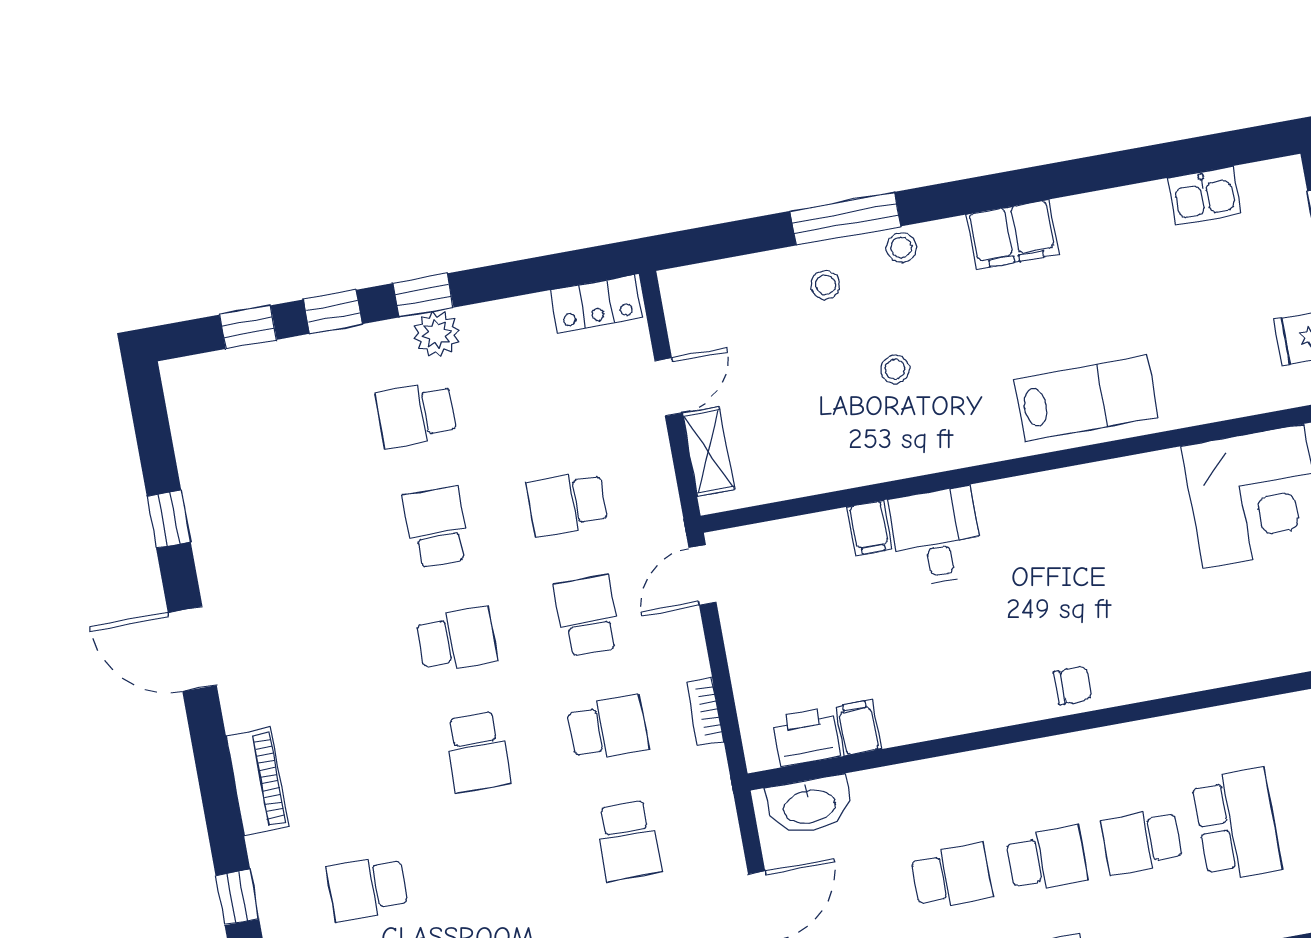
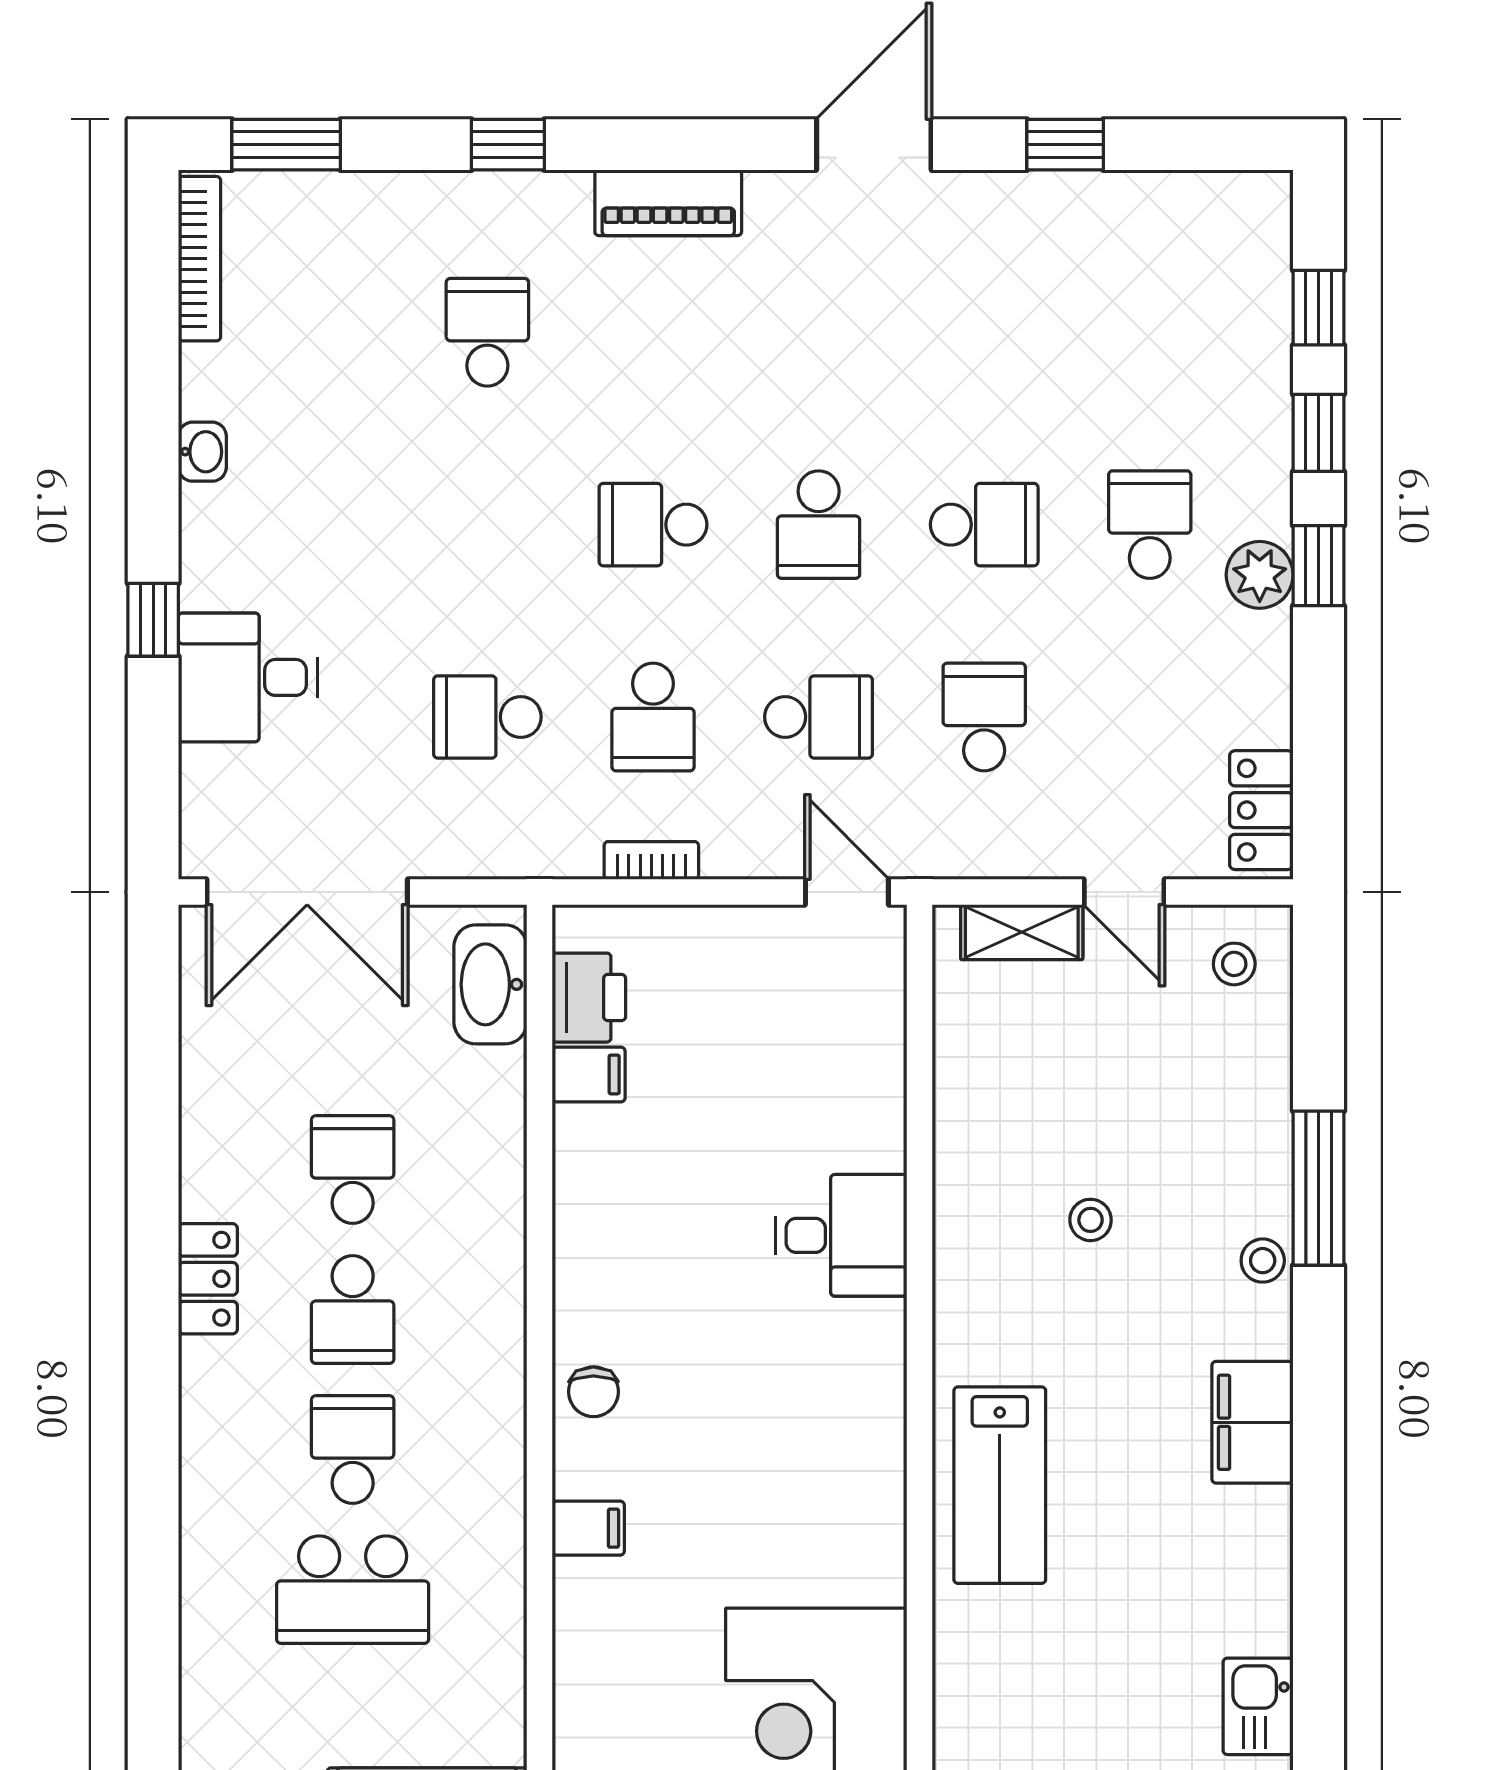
stool: (825, 285) -> (1234, 964), moved
filing cabinet: (869, 528) -> (588, 1528), moved, turned 180
school desk: (952, 876) -> (353, 1170), turned 180

